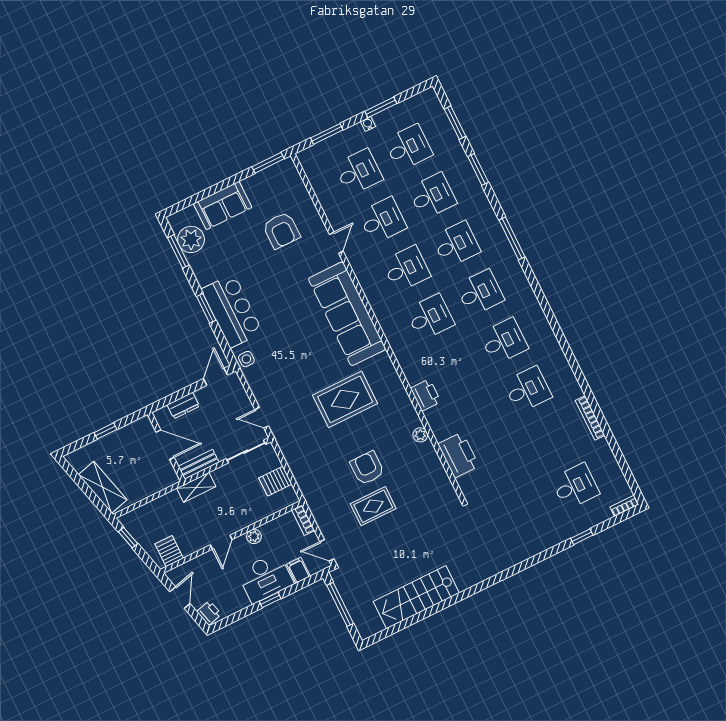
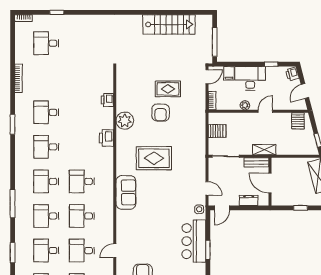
sofa: (347, 314) -> (126, 192), width x0.54, depth x0.79
window: (567, 349) -> (13, 124), added
door: (262, 418) -> (207, 188), moved
plant: (420, 435) -> (125, 121), width x1.88, depth x1.88
printer: (458, 455) -> (107, 100), width x0.53, depth x0.68
door: (327, 550) -> (207, 77), hinge flipped
window: (270, 600) -> (271, 64), moved

